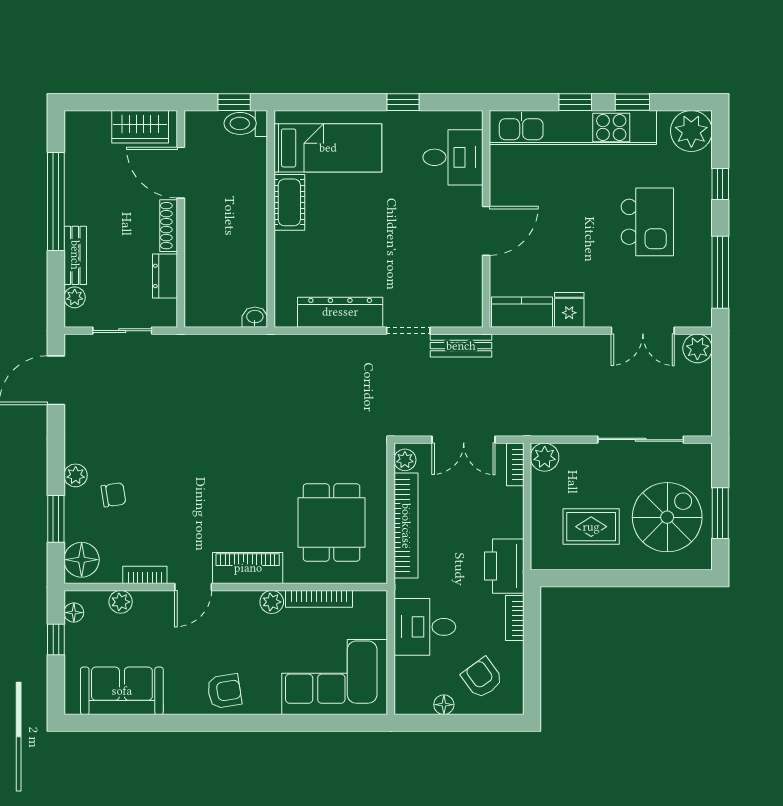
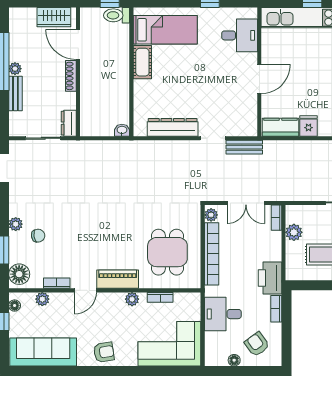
dresser: (165, 276) -> (69, 123), moved
plant: (75, 297) -> (15, 69), moved
plant: (545, 457) -> (294, 232), moved
bookcase: (319, 599) -> (160, 297), width x0.64
sofa: (122, 691) -> (43, 352), width x1.36

